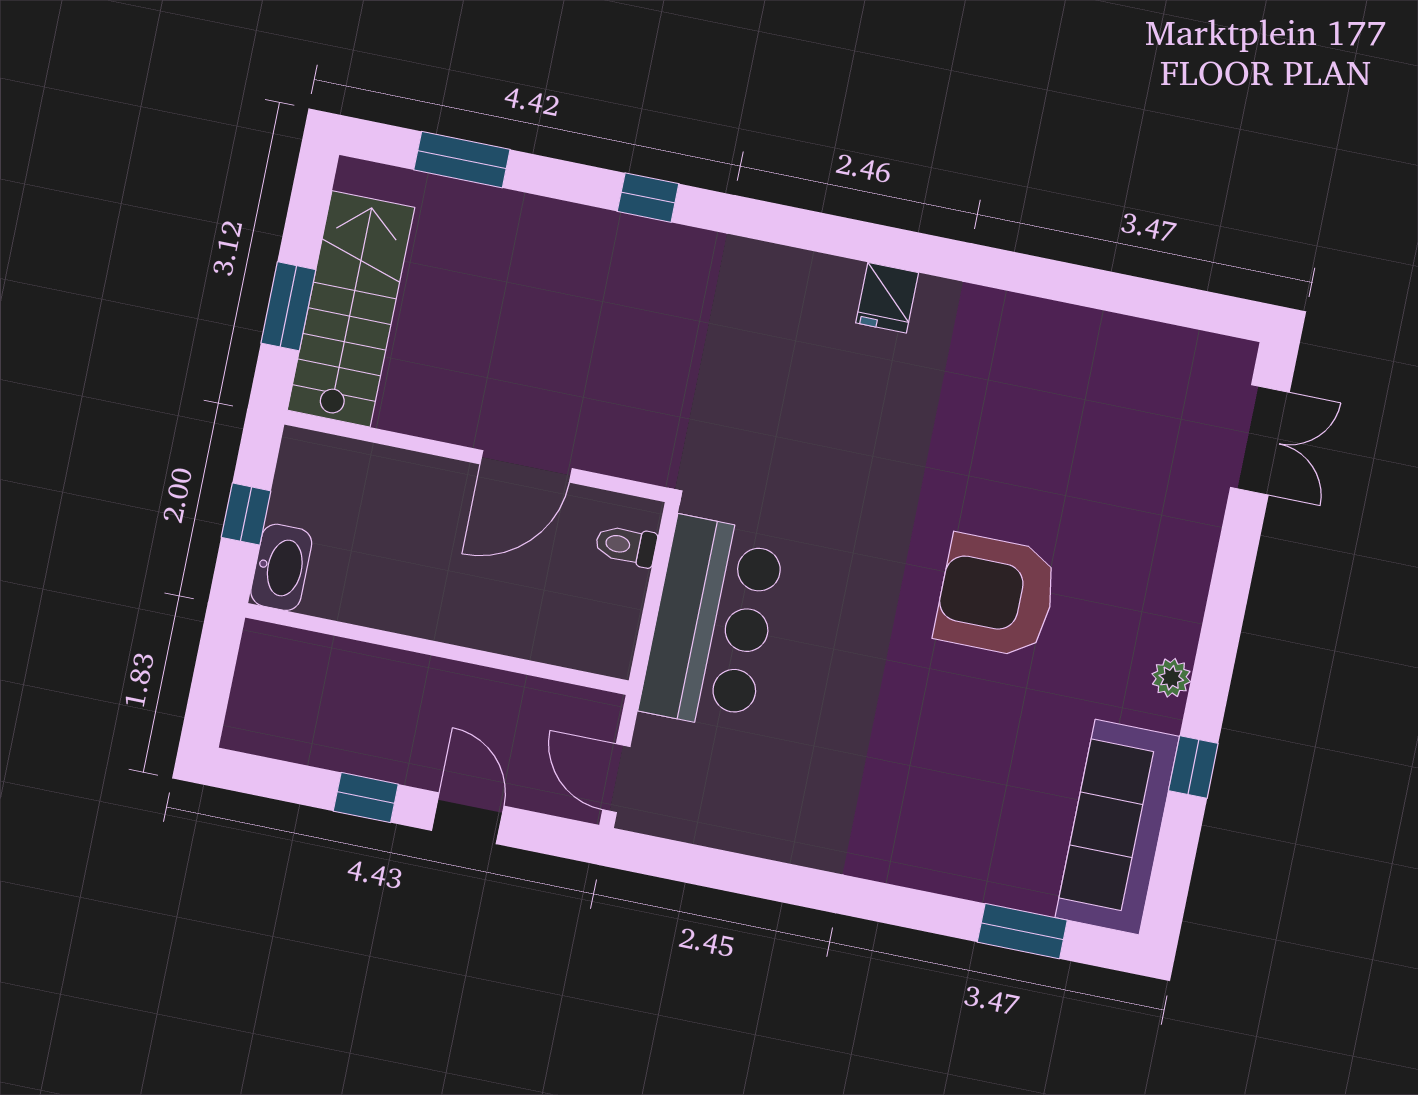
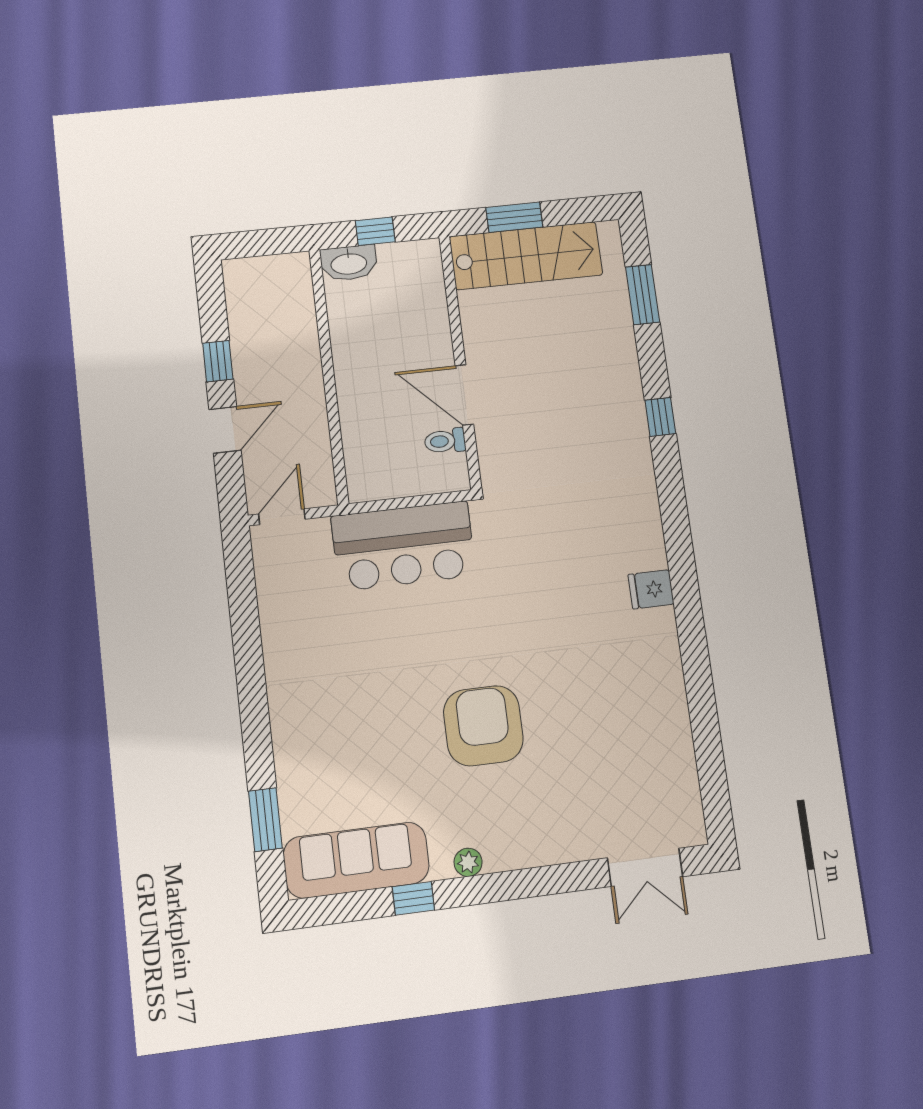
toilet: (626, 545) -> (445, 441), moved, turned -90

